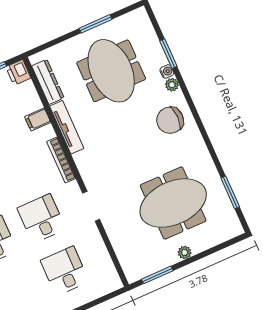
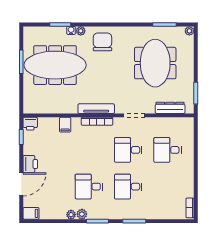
meeting table: (111, 71) -> (55, 65), width x1.36
dresser: (48, 82) -> (170, 108), moved
chair: (170, 120) -> (102, 42), turned 180
tv unit: (67, 127) -> (96, 109), moved
plant: (185, 252) -> (189, 31), moved

